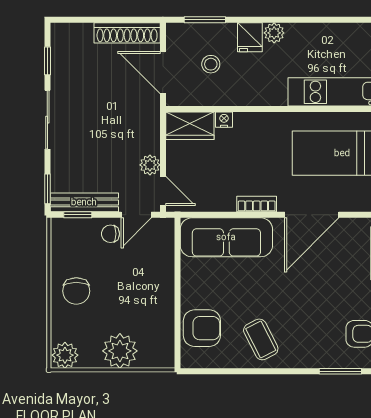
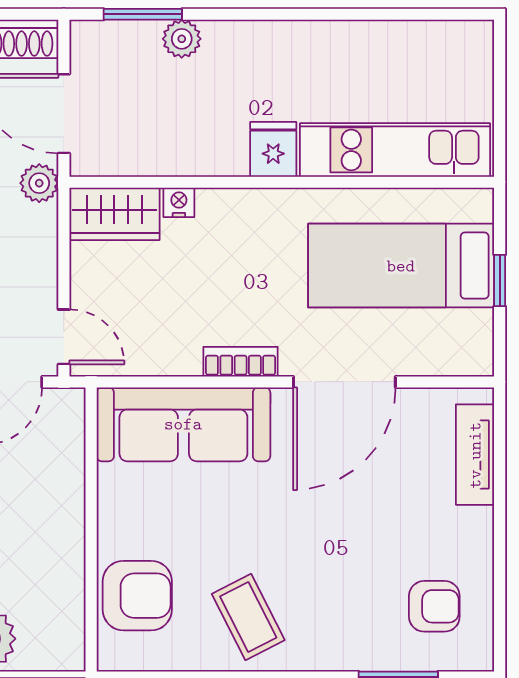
plant: (274, 33) -> (182, 39), moved
fridge: (250, 37) -> (273, 149), moved, turned 180
stool: (211, 64) -> (154, 98), removed
plant: (150, 165) -> (39, 183), moved

